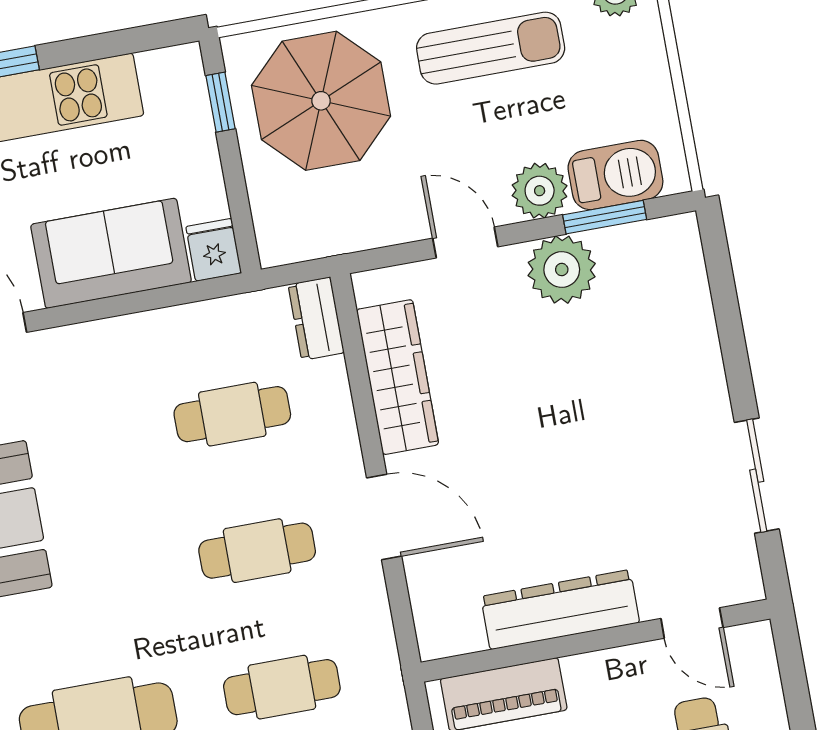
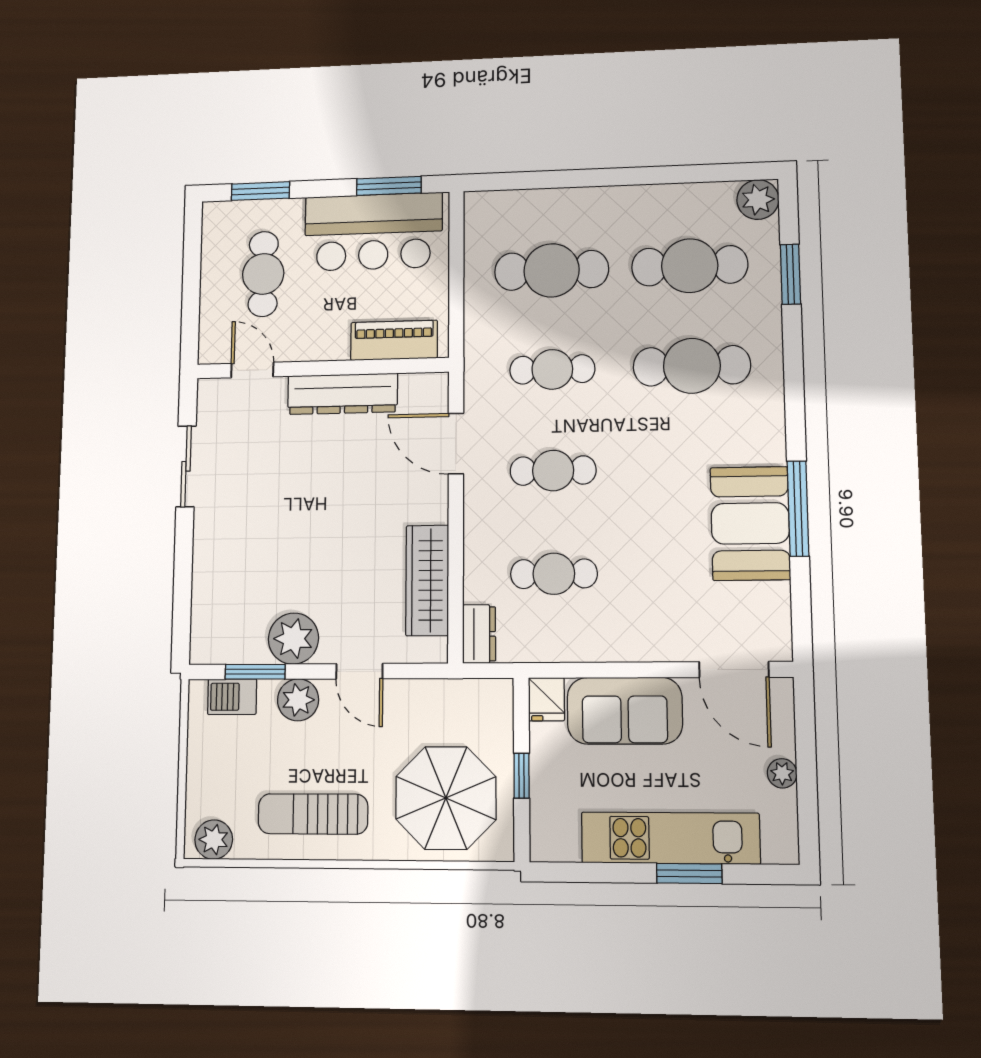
window: (220, 102) -> (522, 776), moved
barbecue: (615, 175) -> (232, 697), width x0.73, depth x0.79
door: (384, 517) -> (456, 444), moved

